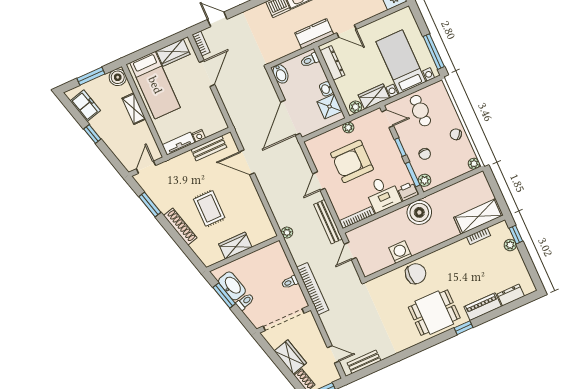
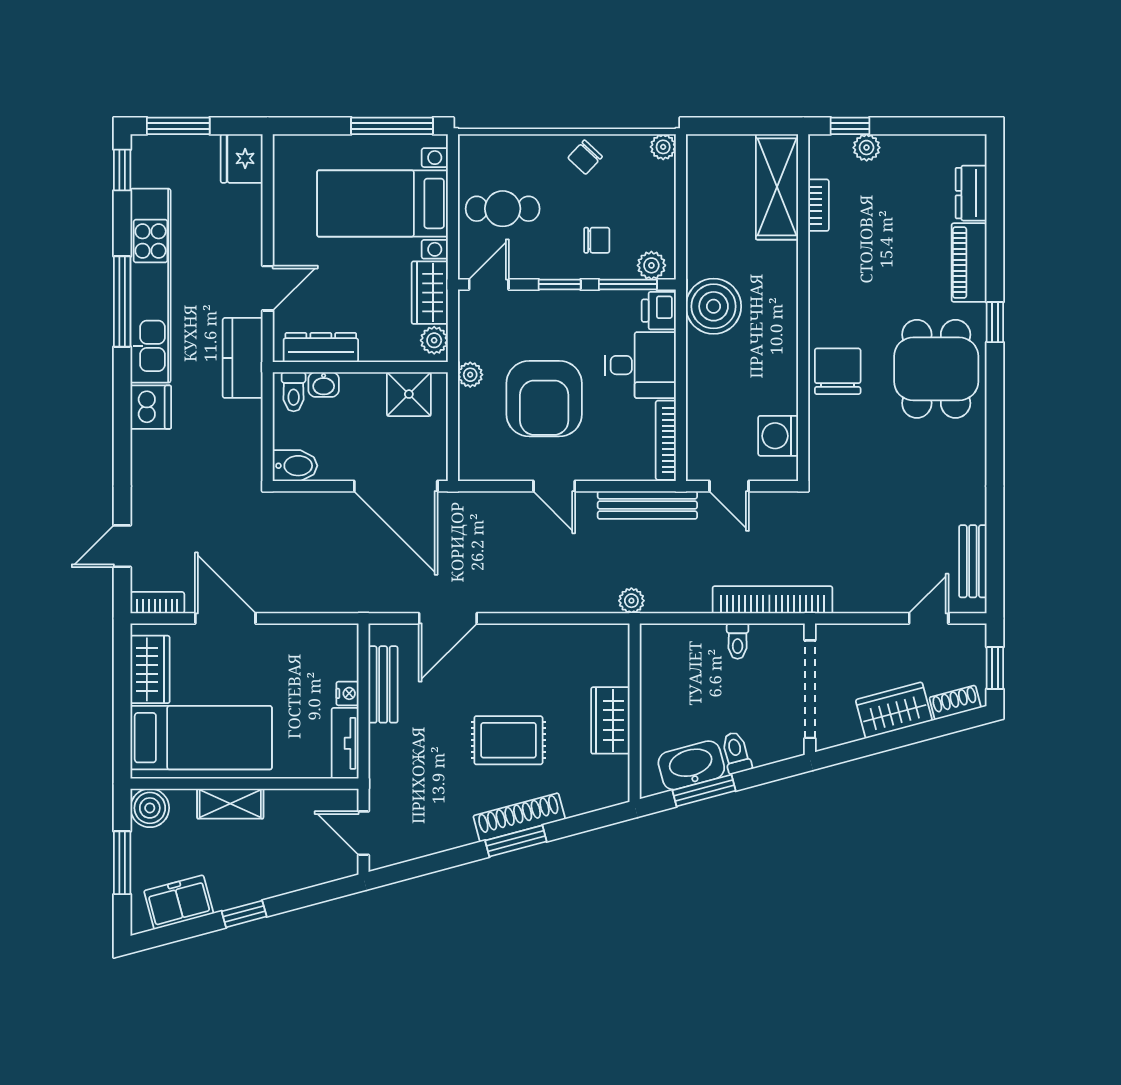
washbasin: (326, 89) -> (324, 385), moved
window: (150, 204) -> (516, 841), moved
washing machine: (400, 252) -> (778, 436), moved

